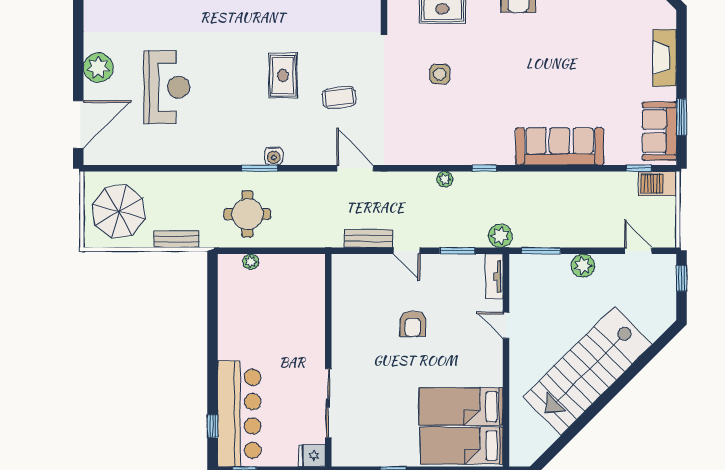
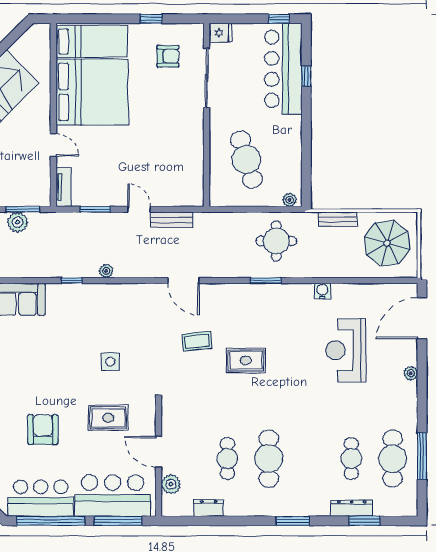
plant: (98, 68) -> (411, 373), width x0.53, depth x0.53
rug: (283, 75) -> (246, 360), turned 90
water cooler: (274, 156) -> (322, 291), moved
plant: (500, 236) -> (18, 222), moved
plant: (251, 262) -> (290, 200), moved
cafe table: (282, 308) -> (246, 160), added
armchair: (413, 324) -> (168, 56), moved, turned 90
bed: (461, 407) -> (92, 92), width x2.04
window: (213, 426) -> (306, 76), moved

